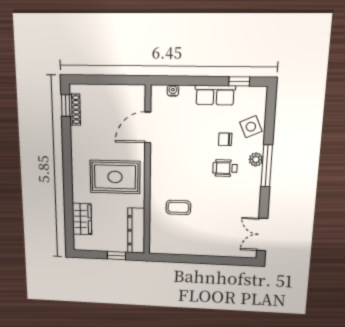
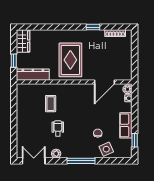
plant: (159, 92) -> (127, 89), added
window: (66, 106) -> (93, 27), moved
door: (148, 127) -> (104, 82), swing flipped
plant: (256, 159) -> (56, 154), moved
wheelchair: (225, 168) -> (58, 128), moved
wardrobe: (82, 219) -> (23, 41), moved, turned -90

